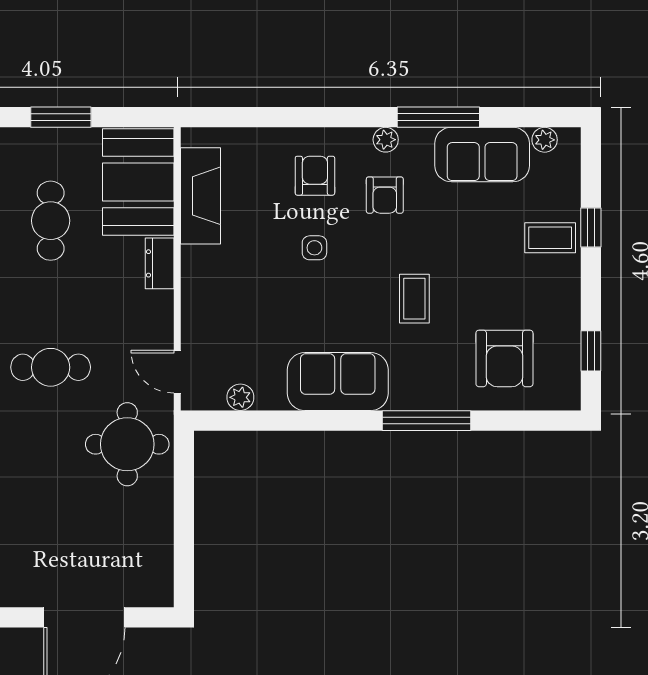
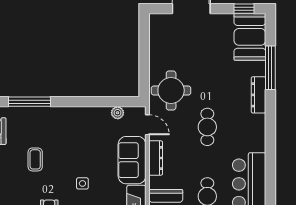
dresser: (160, 263) -> (156, 158), moved, width x1.44
cafe table: (51, 367) -> (207, 127), turned 90
sofa: (338, 382) -> (132, 160), moved, turned 90

